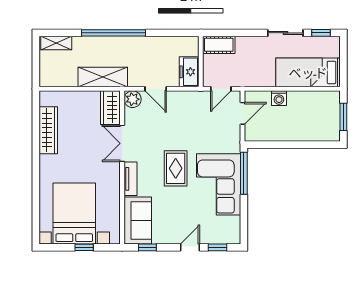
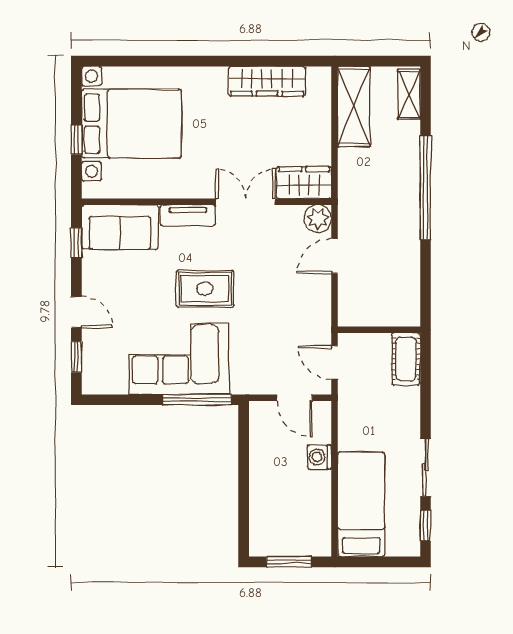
freezer: (189, 72) -> (362, 311), removed
shelving: (103, 77) -> (354, 107), moved

